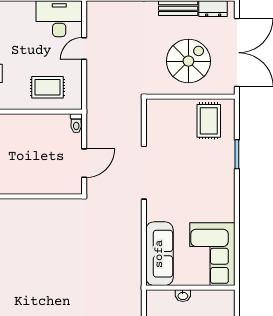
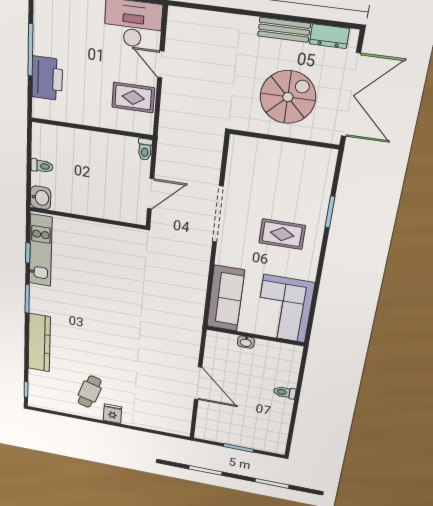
door: (84, 49) -> (161, 64), hinge flipped
rug: (47, 87) -> (133, 97), moved
rug: (209, 121) -> (282, 234), moved, turned 90

